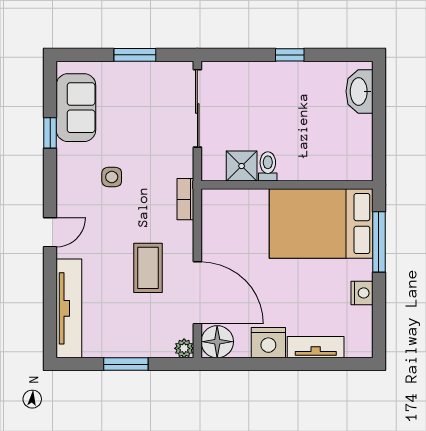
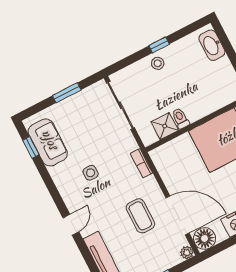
stool: (275, 78) -> (158, 63), added
window: (50, 133) -> (31, 147), moved

